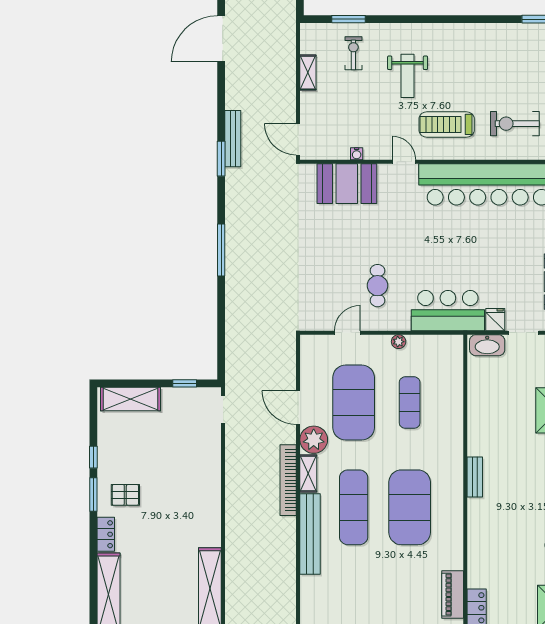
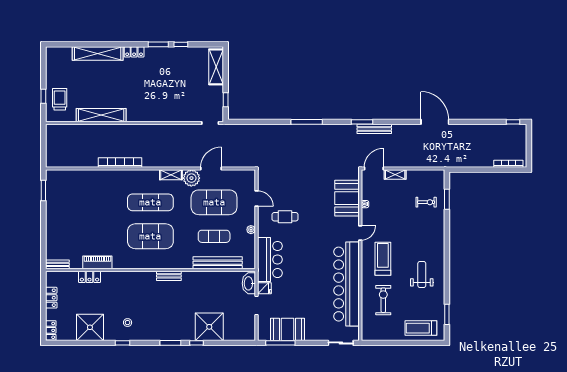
shelving: (308, 73) -> (395, 175), moved
weight bench: (408, 76) -> (422, 274), moved, turned 90
bookcase: (288, 480) -> (120, 163), moved
pallet: (125, 495) -> (158, 64), removed
bench: (310, 534) -> (218, 263), moved

